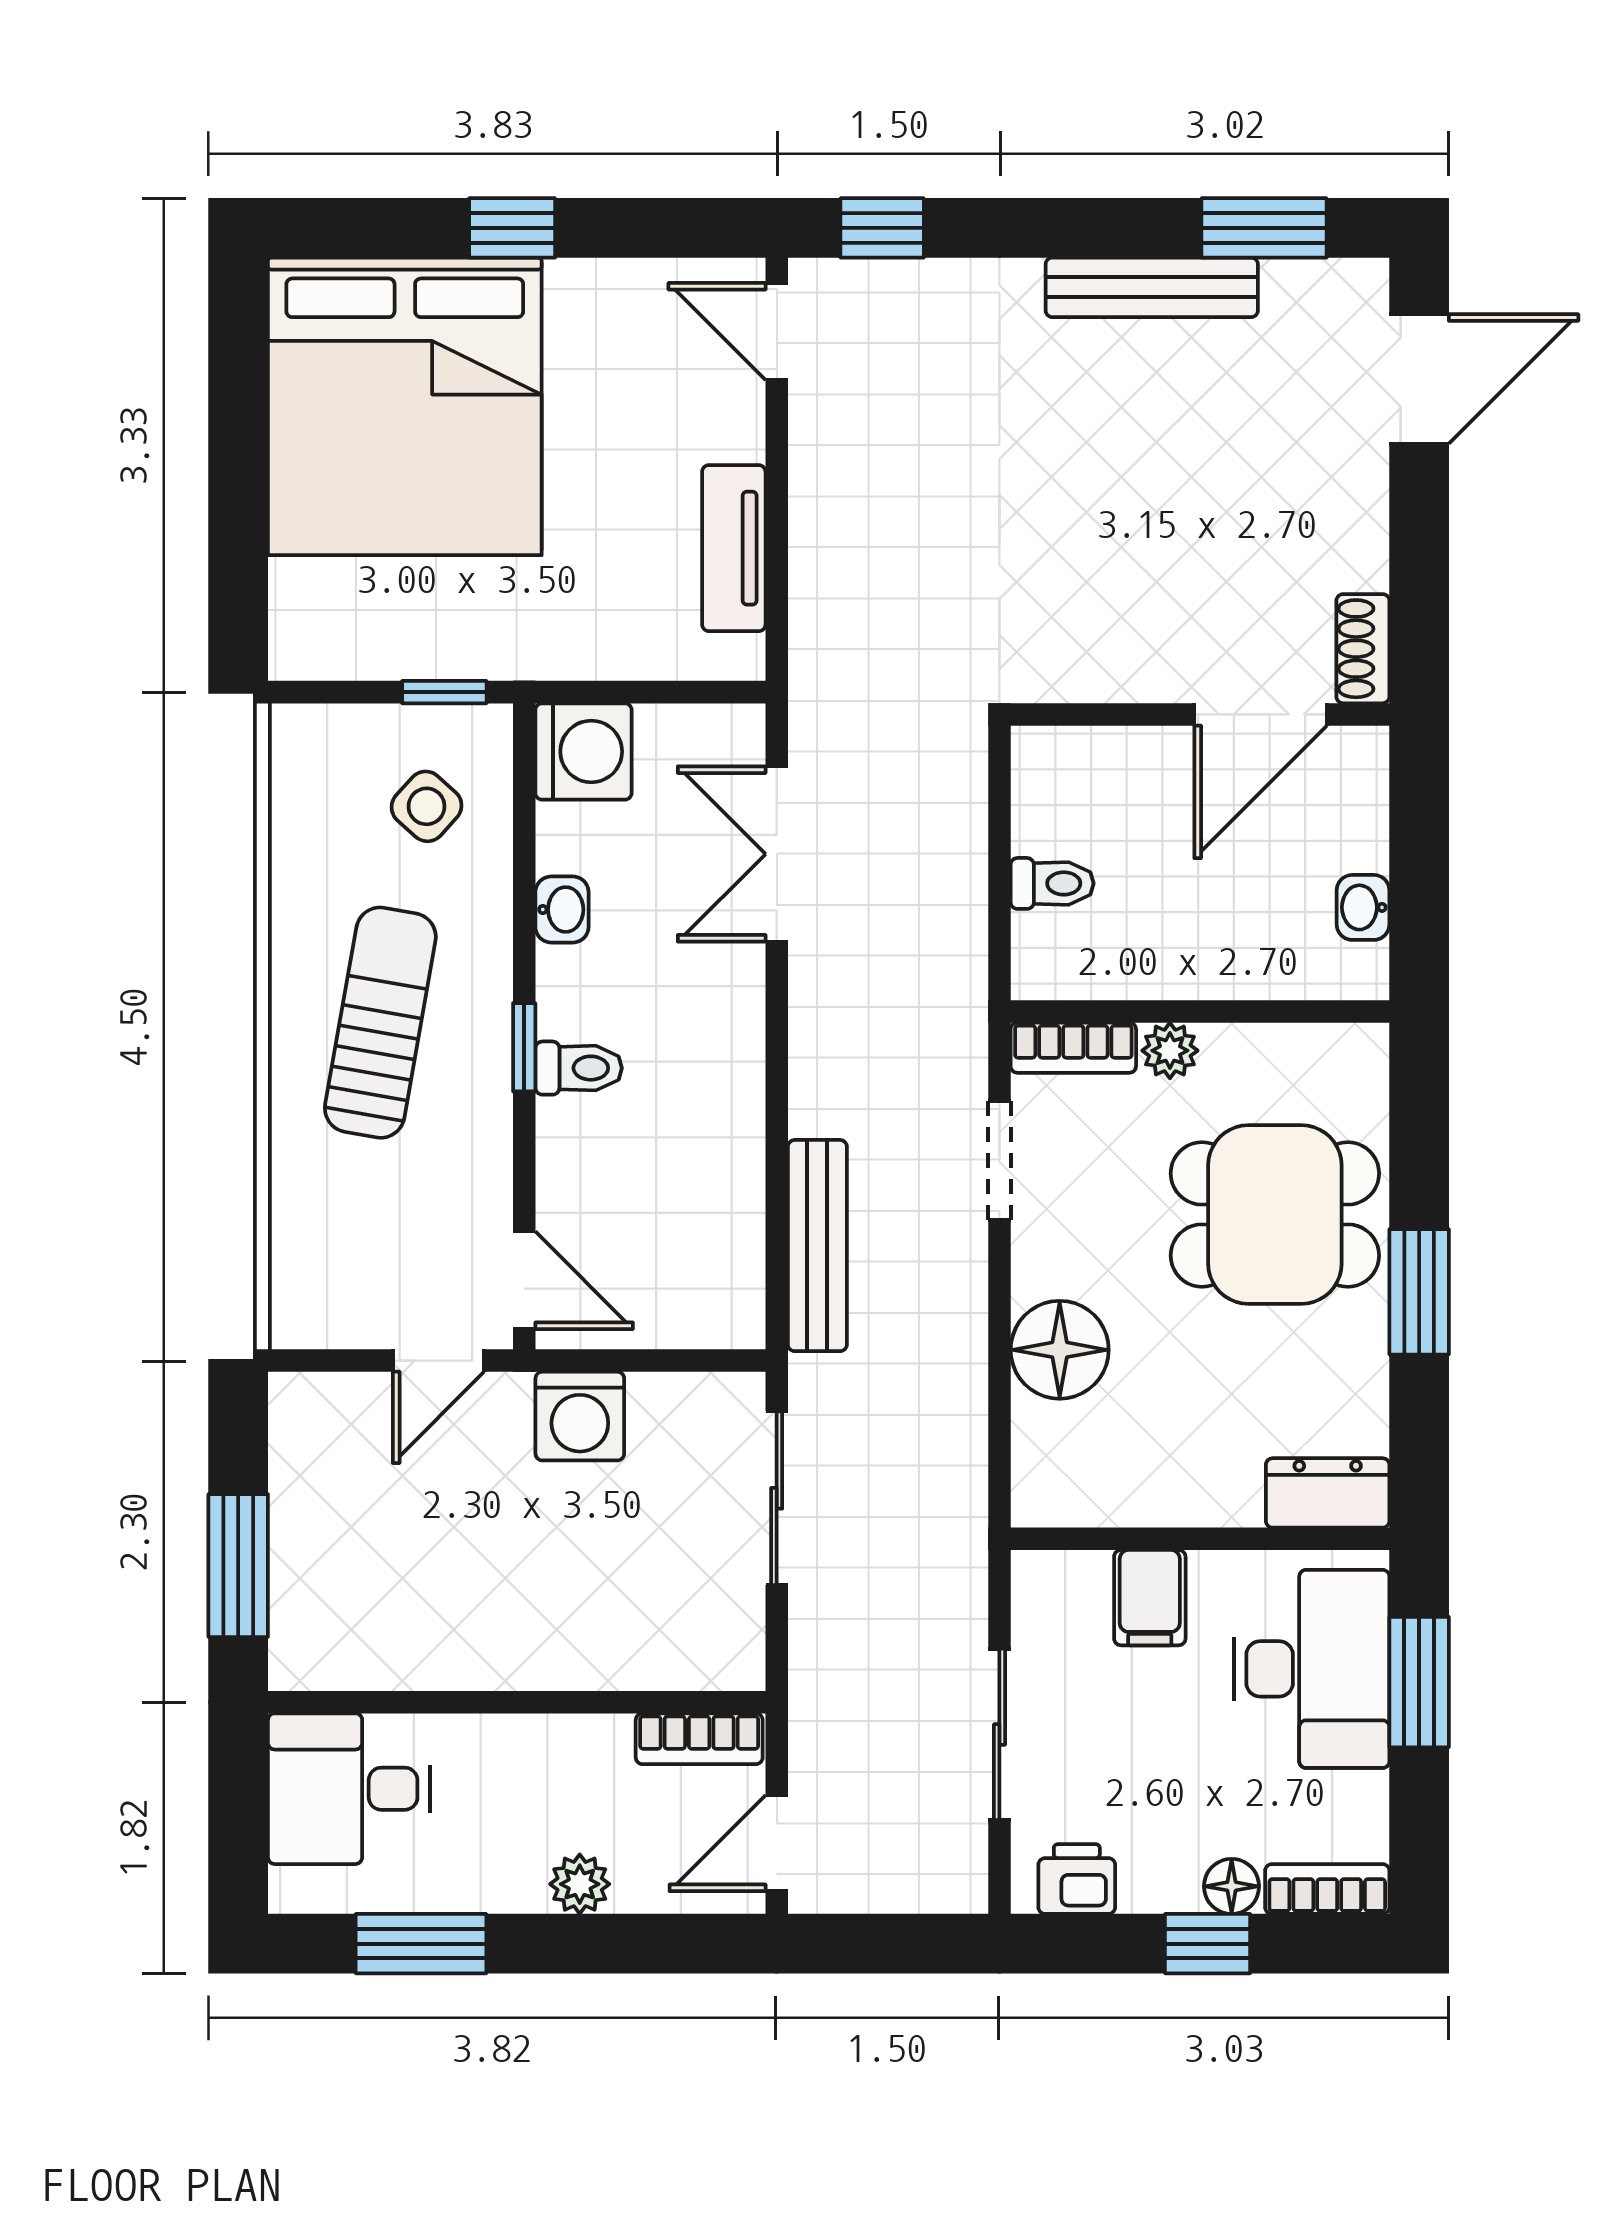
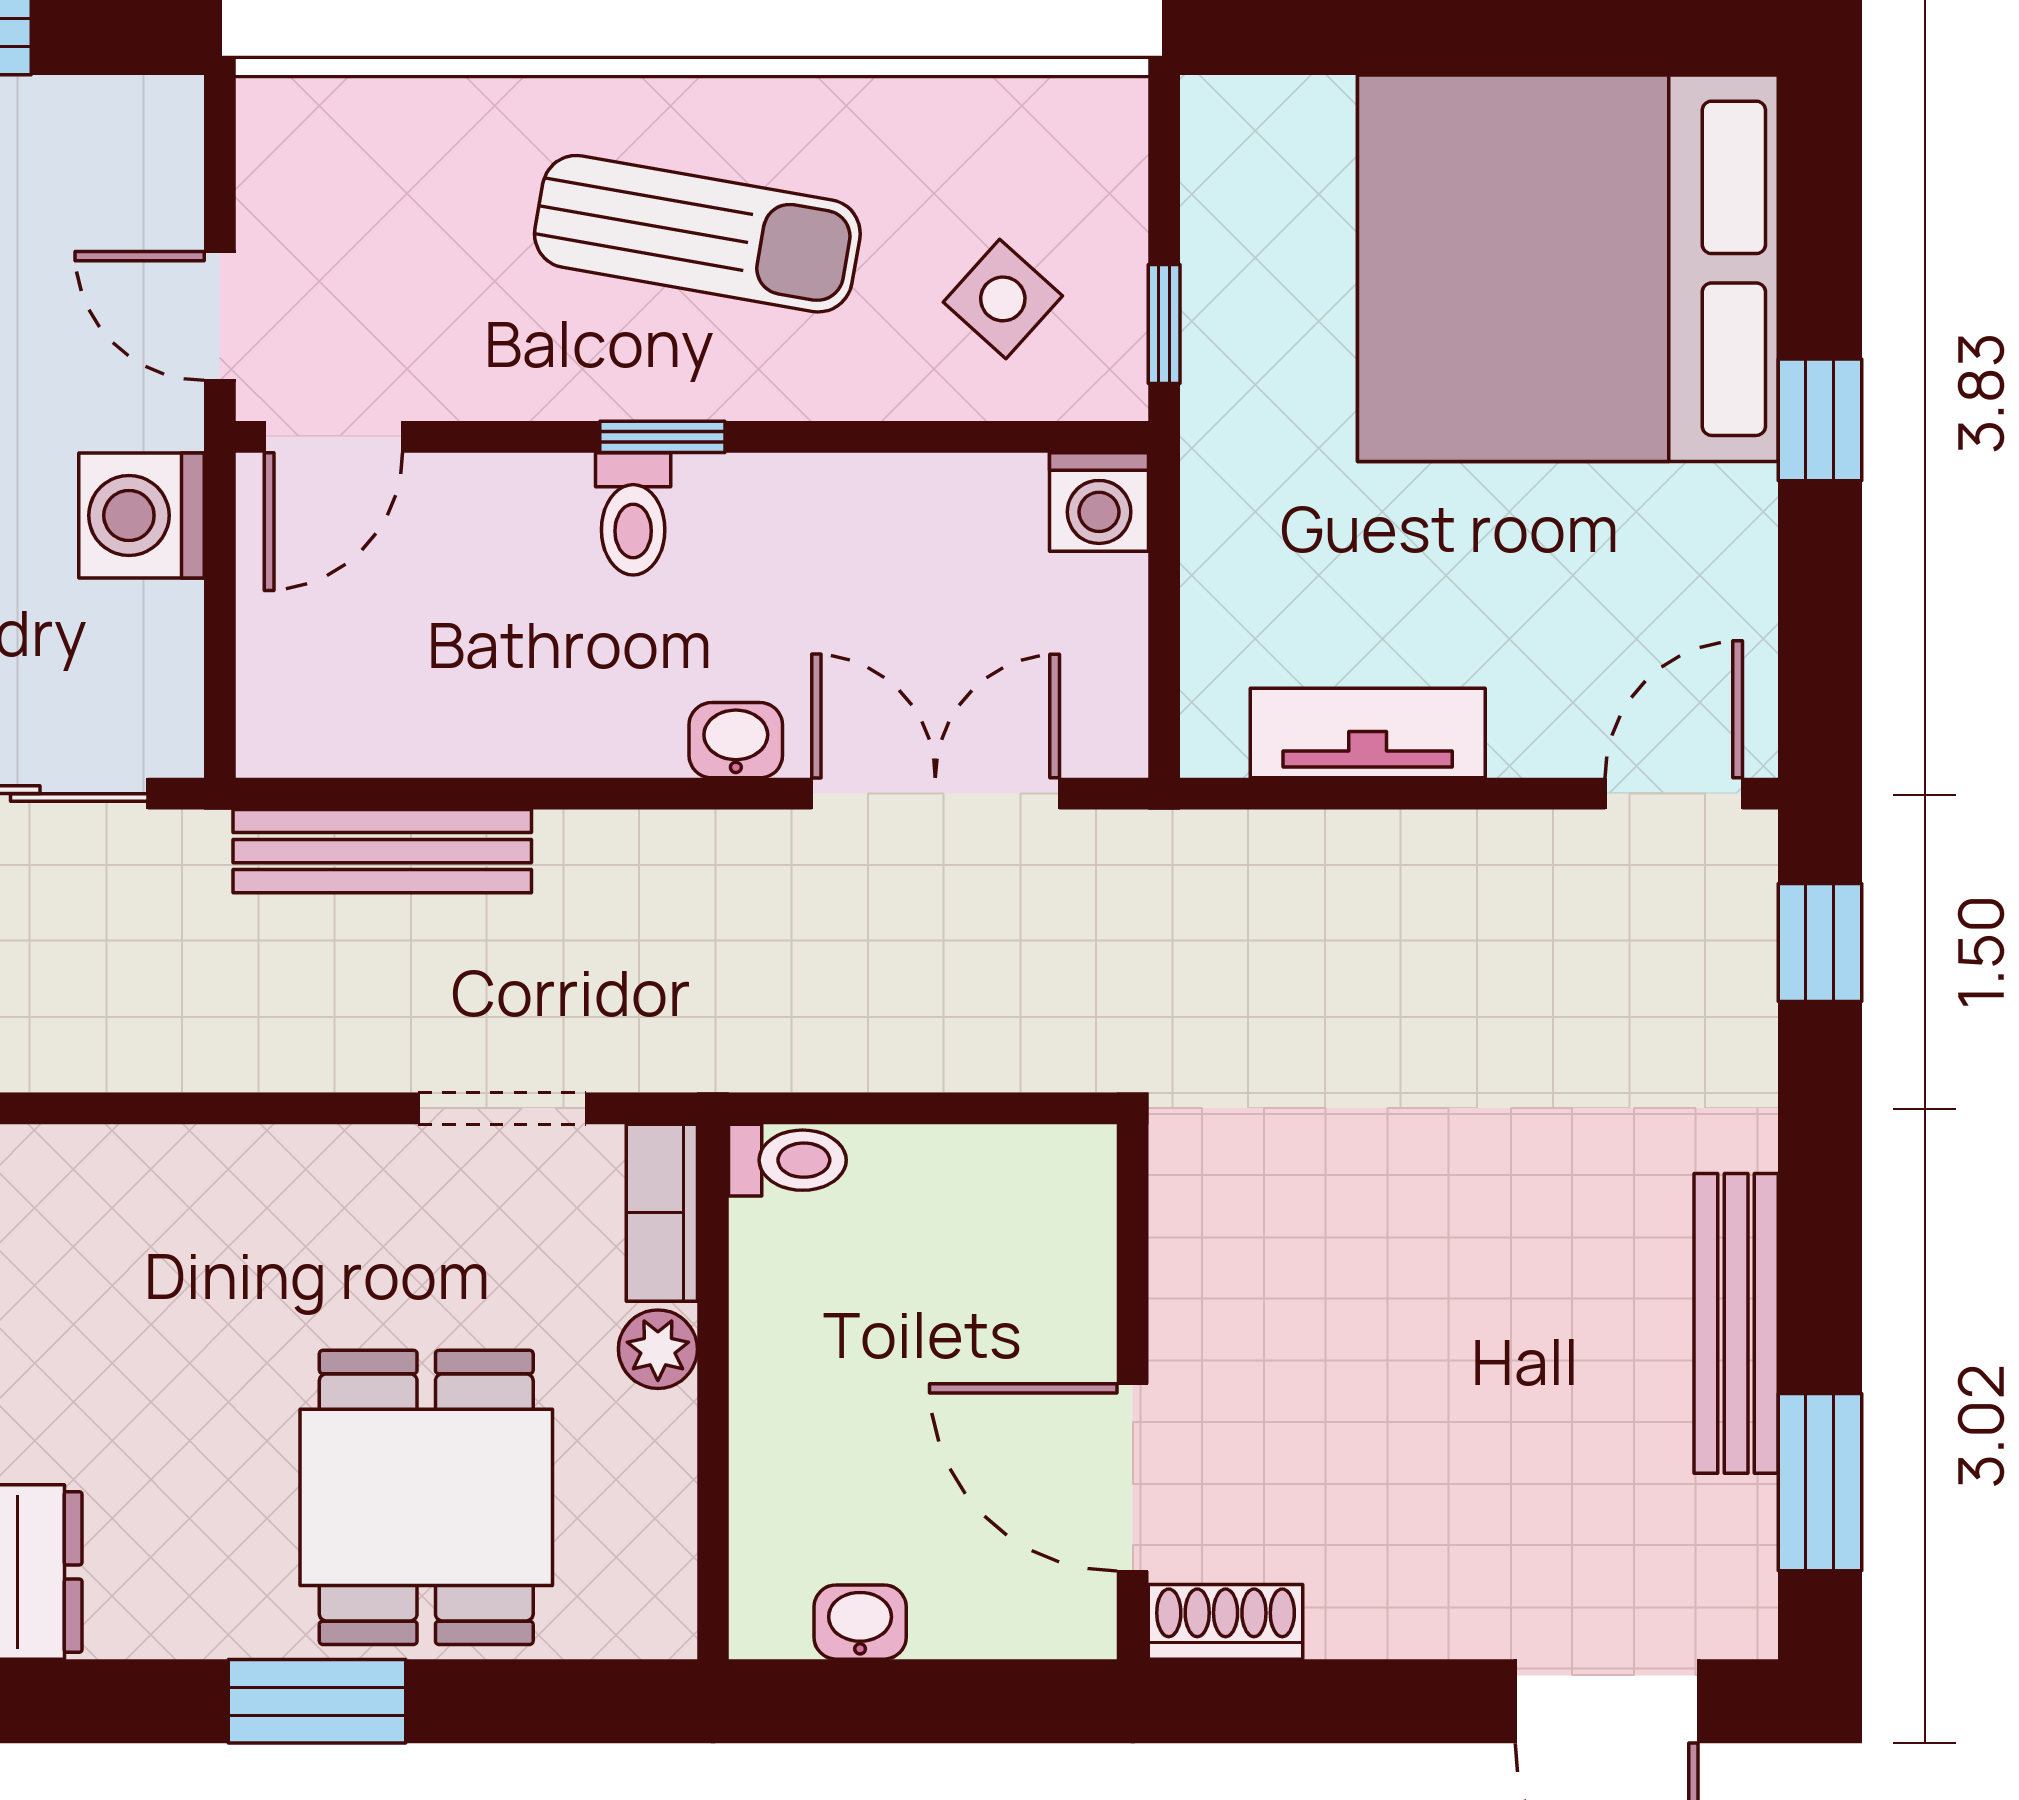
washing machine: (584, 751) -> (1099, 502), width x0.73, depth x0.73
toilet: (1052, 883) -> (787, 1160), moved, turned -90
washbasin: (562, 909) -> (736, 740), moved, turned 180
floor lamp: (1060, 1350) -> (235, 1193), removed

